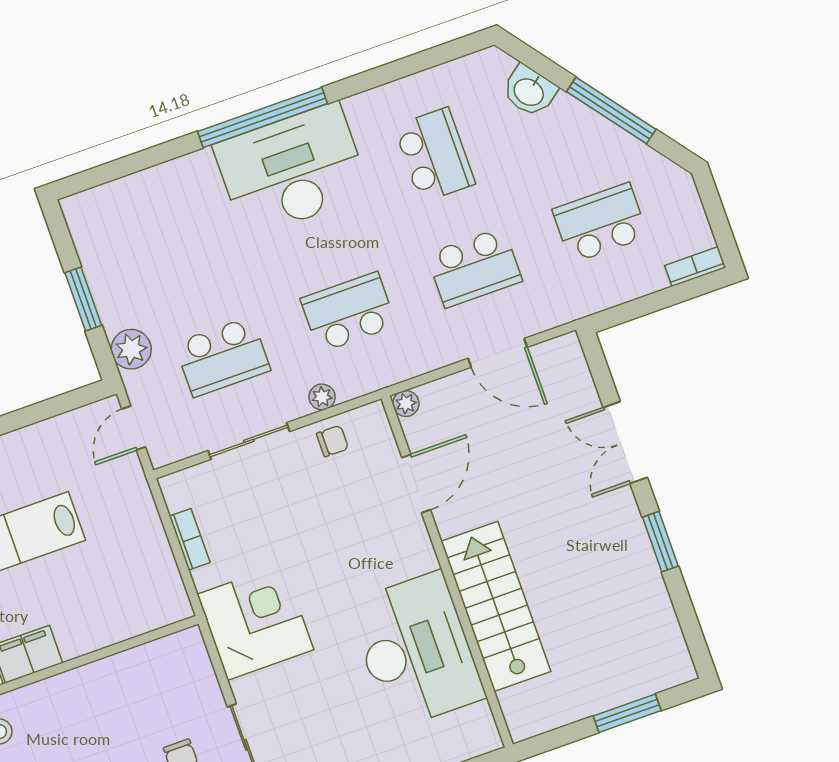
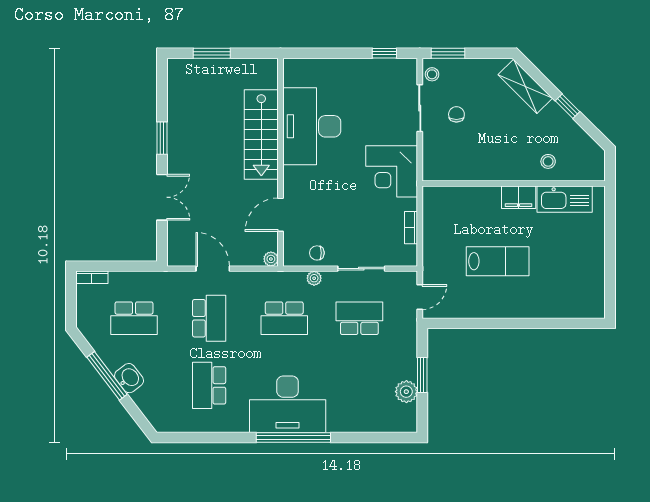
washbasin: (529, 91) -> (129, 378), moved
school desk: (474, 268) -> (209, 318), turned 90
plant: (131, 349) -> (406, 392), moved

